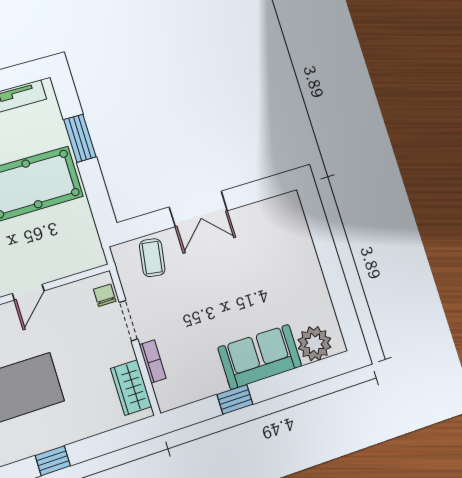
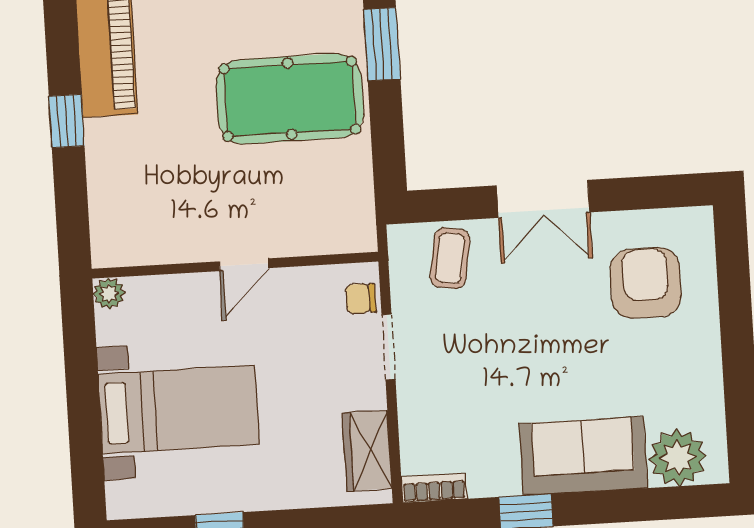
armchair: (270, 244) -> (646, 283), added
chair: (105, 295) -> (361, 298), turned -90
bookcase: (153, 361) -> (434, 488), moved, turned -90

